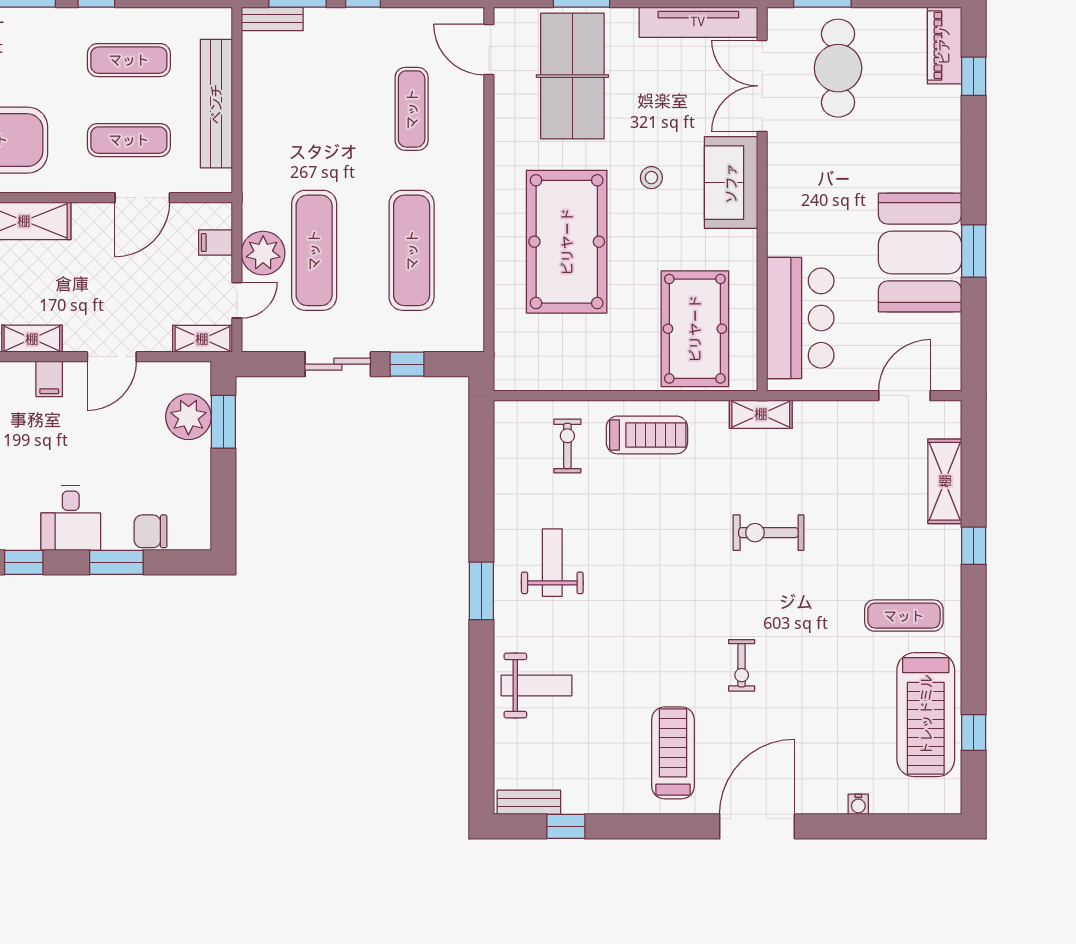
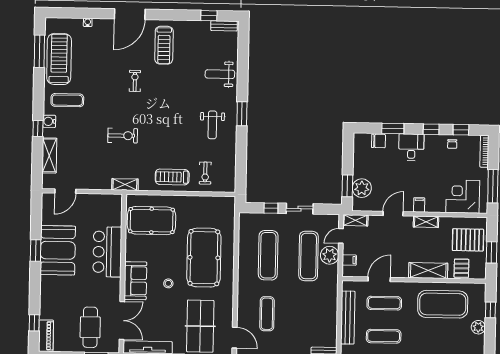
bar counter: (800, 318) -> (107, 252), moved
pool table: (695, 329) -> (152, 221), turned 90
water cooler: (947, 564) -> (49, 121), added
window: (974, 732) -> (39, 51), width x2.17

